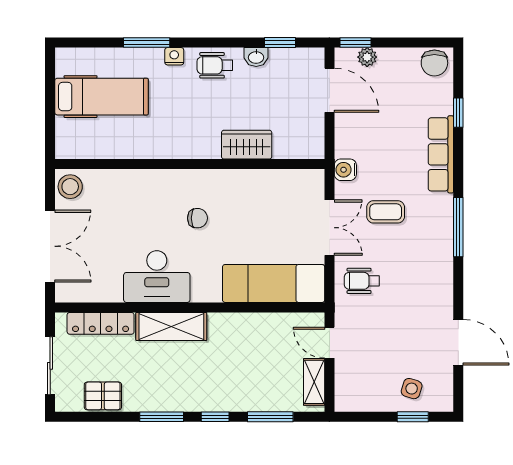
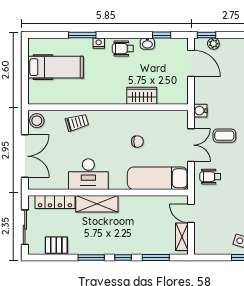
trolley: (138, 190) -> (77, 122), added
chair: (197, 218) -> (137, 142), moved

